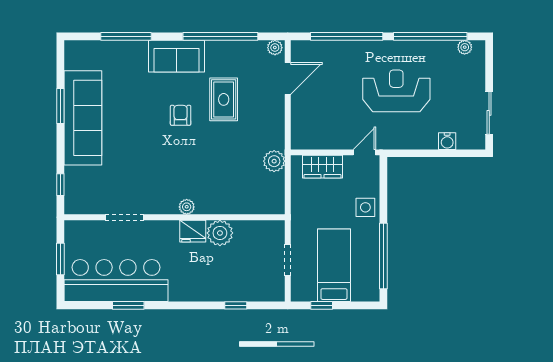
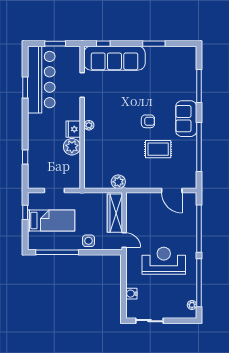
plant: (275, 48) -> (192, 182), removed
reception desk: (396, 91) -> (164, 261), turned -90
sofa: (83, 118) -> (114, 58), moved
wardrobe: (323, 167) -> (115, 213), width x1.50

